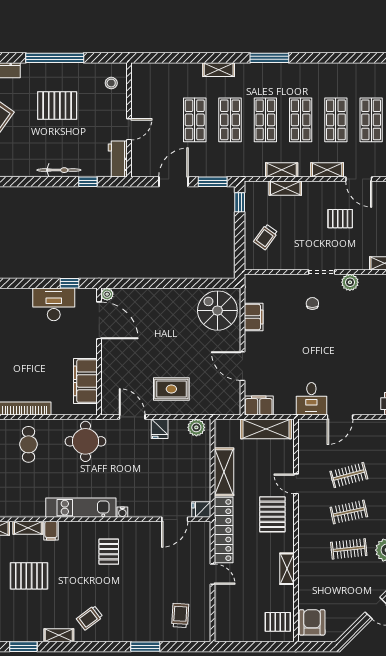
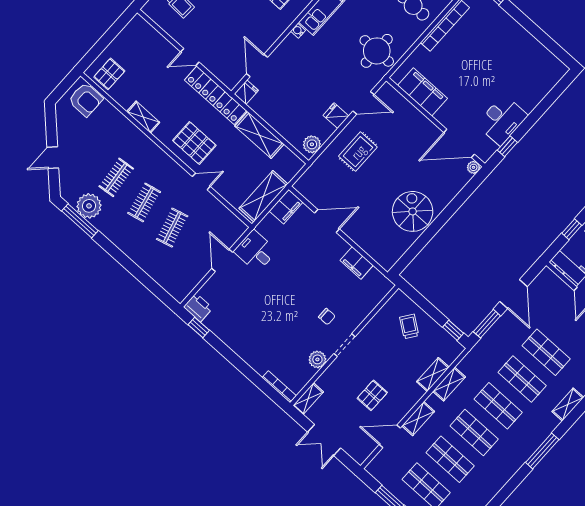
spiral stairs: (217, 311) -> (413, 211), moved, turned -90

